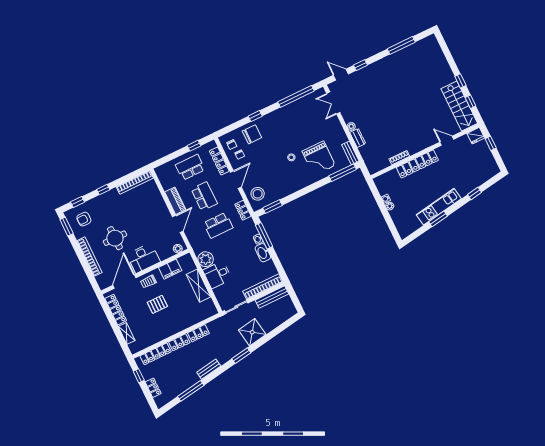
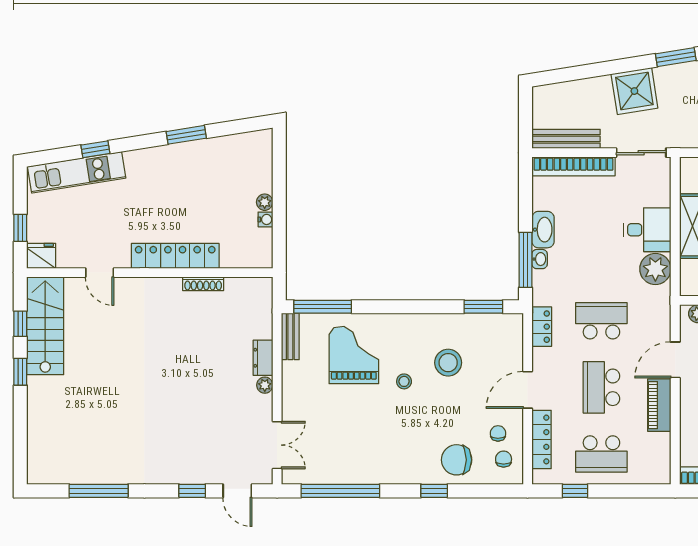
stool: (258, 194) -> (448, 363), moved
kitchen unit: (439, 207) -> (77, 172), moved

